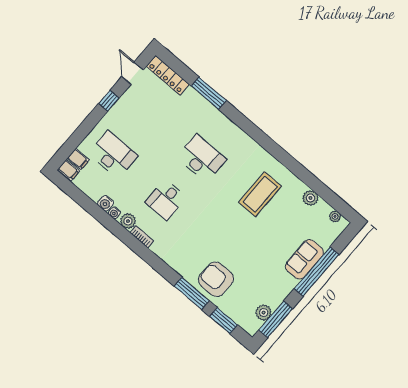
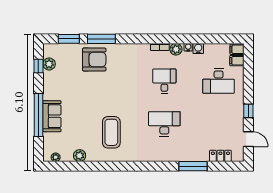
locker: (168, 75) -> (220, 156), width x0.66
desk: (201, 158) -> (164, 124), turned 180
window: (276, 319) -> (38, 66), width x0.46

